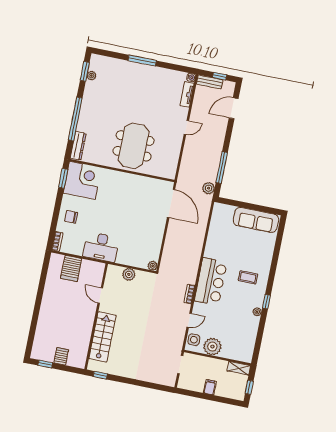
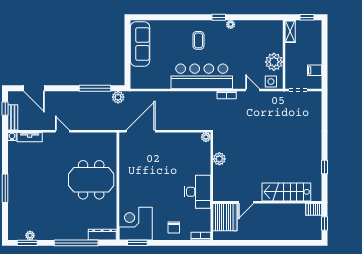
server rack: (71, 268) -> (225, 217), width x1.60
bar counter: (211, 281) -> (202, 76), width x1.36
door: (100, 296) -> (246, 202), moved
wall: (96, 316) -> (267, 202), moved
stairs: (102, 337) -> (286, 192), moved
filing cabinet: (210, 387) -> (315, 70), moved

